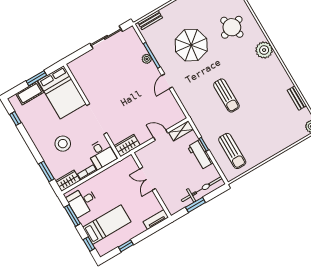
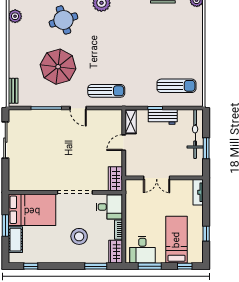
plant: (147, 59) -> (47, 115), removed
sun lounger: (226, 95) -> (106, 91), moved

